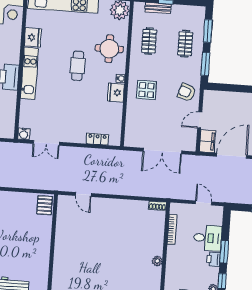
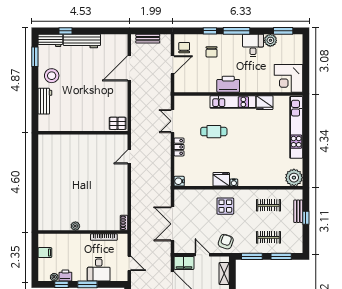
round table: (109, 49) -> (259, 171), removed
cafe table: (78, 66) -> (214, 132), moved
shelving: (223, 97) -> (224, 274), added
water cooler: (24, 134) -> (179, 181), moved
locker: (97, 139) -> (179, 147), moved
door: (204, 203) -> (129, 263), hinge flipped
printer: (213, 259) -> (65, 276), moved

